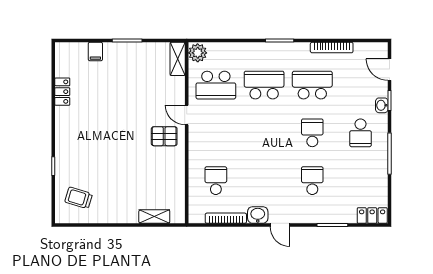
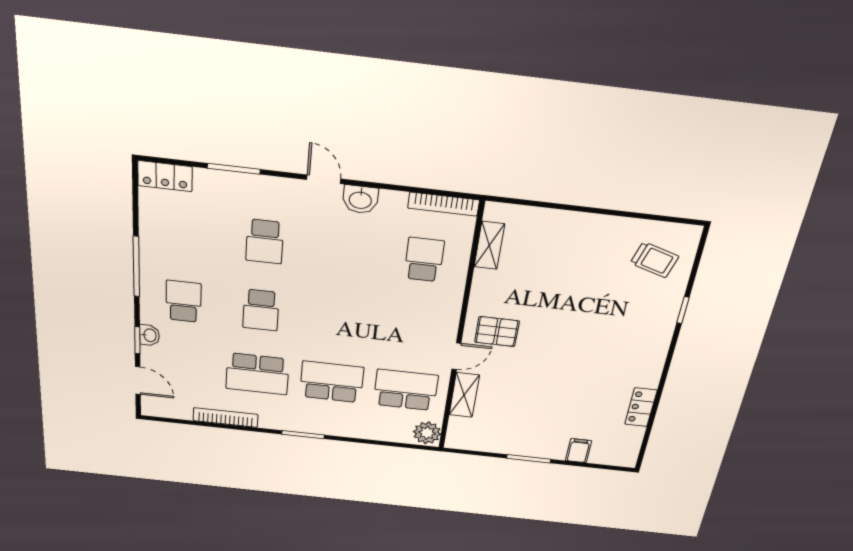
shelving: (178, 59) -> (464, 395), moved
school desk: (264, 85) -> (332, 382), turned 180
door: (187, 115) -> (456, 356), hinge flipped
school desk: (216, 181) -> (424, 260), turned 180
shelving: (154, 217) -> (489, 245), moved, turned 90
bookcase: (226, 218) -> (444, 204), moved

